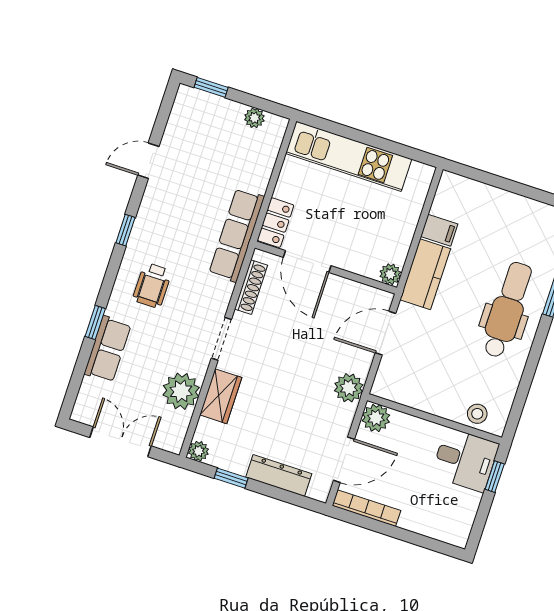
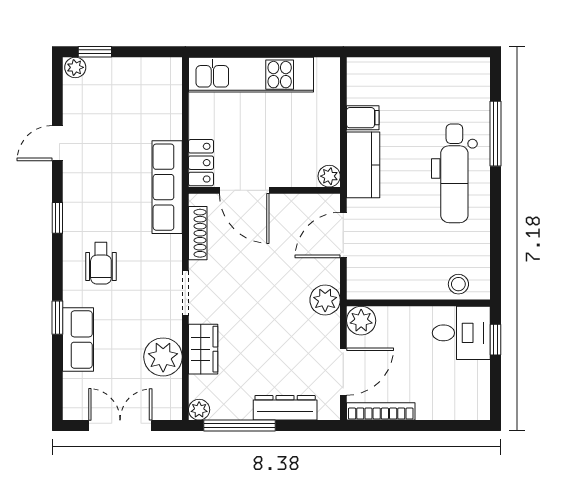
plant: (254, 118) -> (75, 67), moved
dental chair: (507, 310) -> (454, 173), turned 180
window: (231, 478) -> (239, 426), width x2.17

